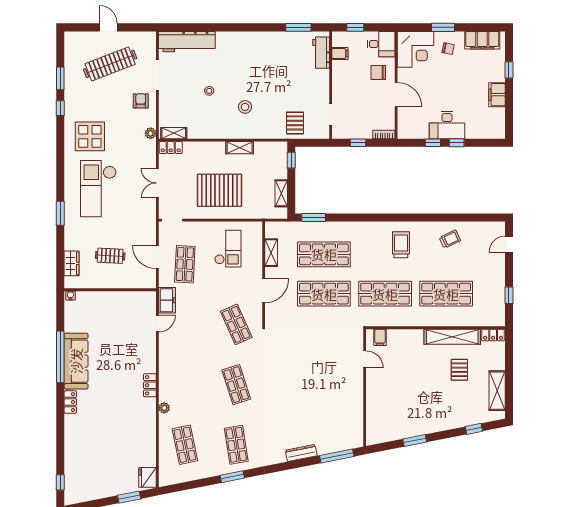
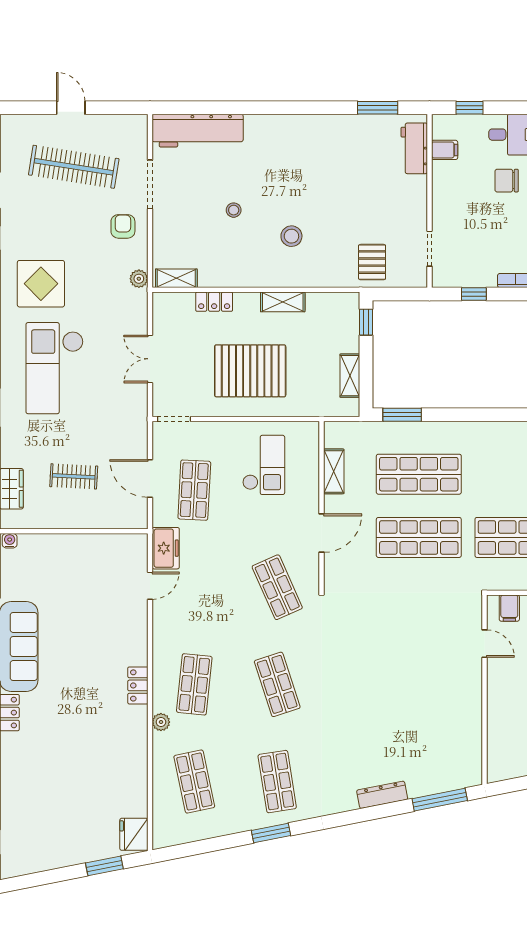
clothes rail: (110, 64) -> (74, 167), turned 30
locker: (171, 148) -> (214, 302), moved
shop shelf: (185, 385) -> (194, 684), added

